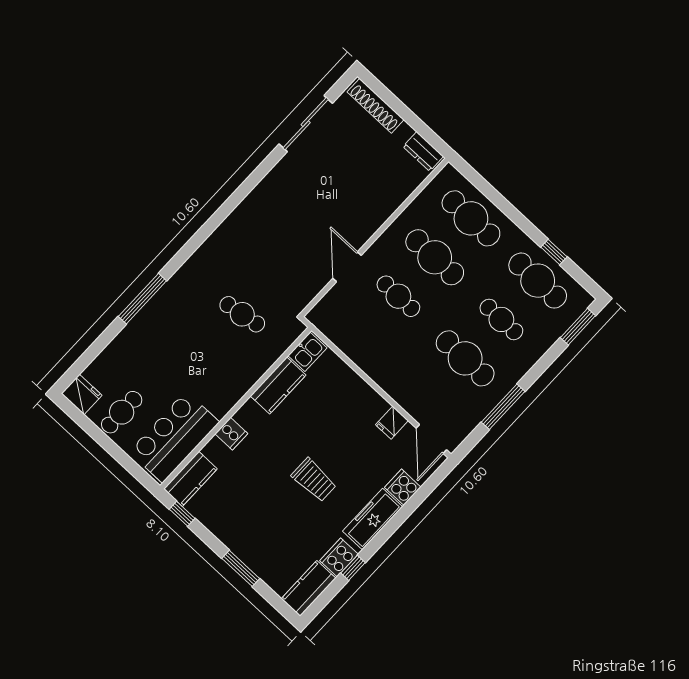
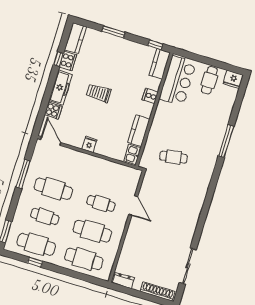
fridge: (392, 423) -> (89, 144), moved

